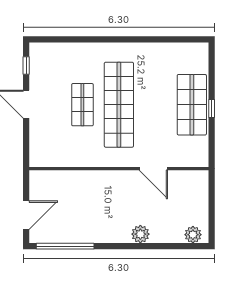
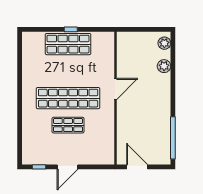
door: (153, 169) -> (115, 89), moved
door: (26, 215) -> (137, 167), moved
plant: (140, 234) -> (164, 66), moved

